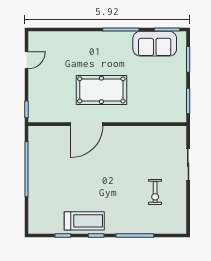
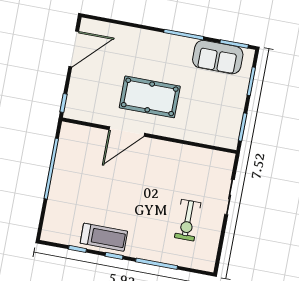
door: (27, 60) -> (74, 49), width x1.87
exercise bike: (155, 192) -> (188, 220), width x1.38, depth x1.39

